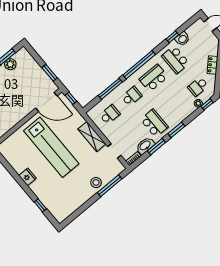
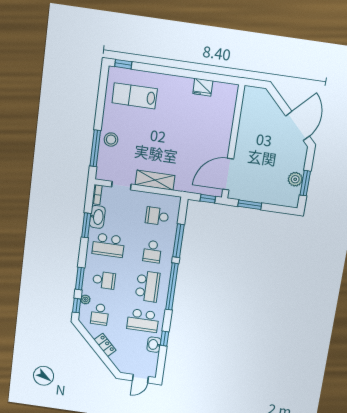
school desk: (175, 60) -> (143, 321), turned 180
school desk: (198, 87) -> (100, 314), turned 180
school desk: (176, 105) -> (104, 280), added
school desk: (110, 115) -> (157, 216), turned 90
window: (176, 130) -> (80, 278), moved
lab bench: (51, 147) -> (135, 96), moved, width x0.54, depth x0.72
fridge: (28, 177) -> (203, 87), moved
window: (40, 205) -> (123, 64), moved

